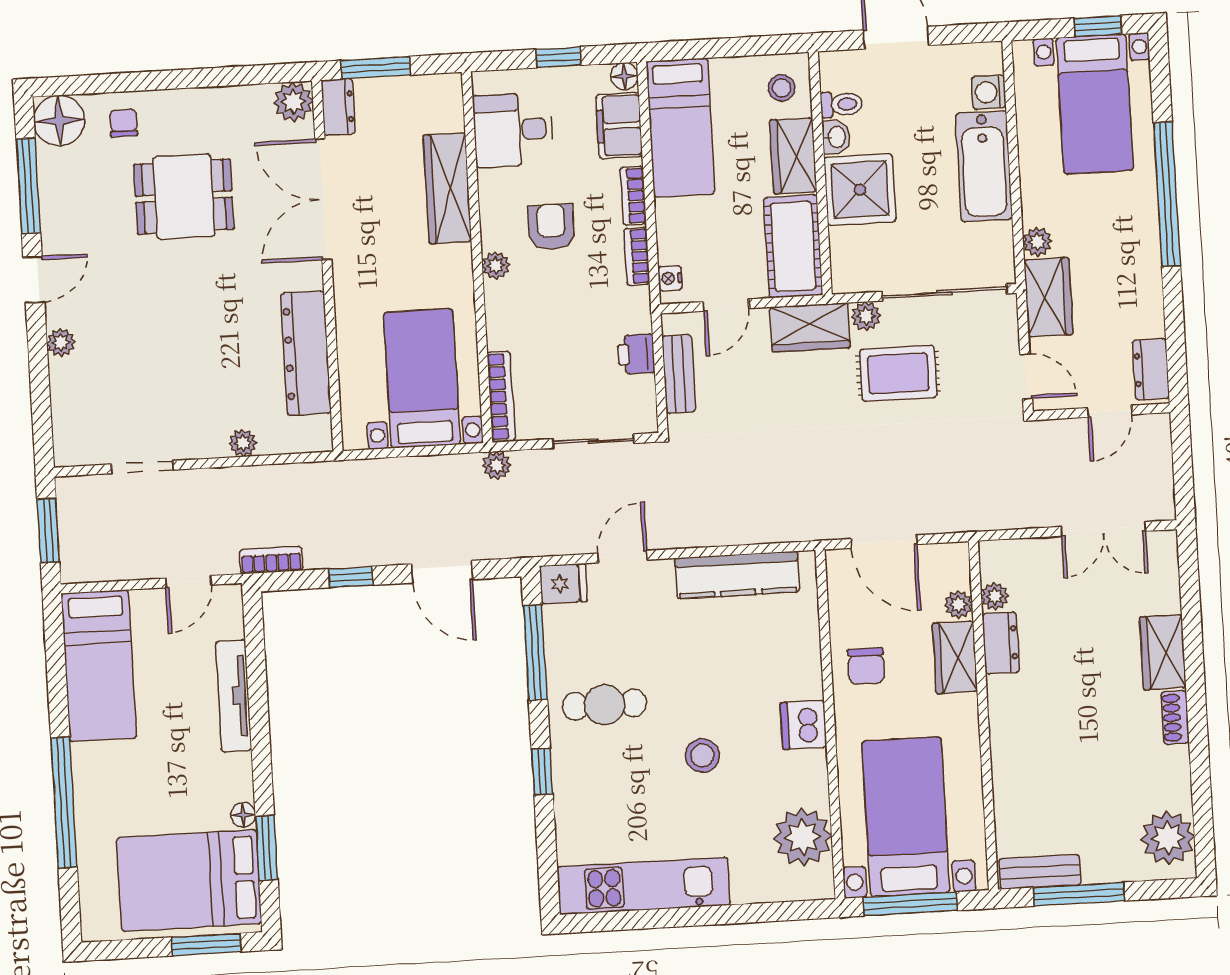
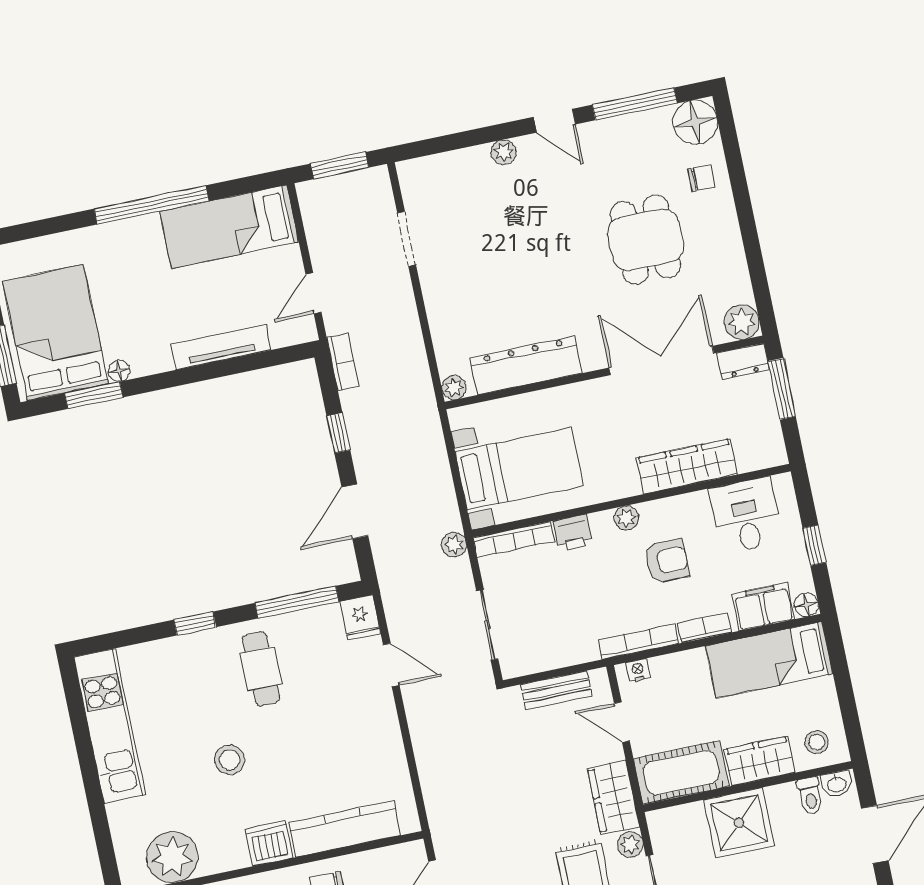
washbasin: (836, 137) -> (837, 784), moved
bookcase: (637, 256) -> (639, 642), width x1.56
printer: (636, 354) -> (573, 533), moved, turned 180
plant: (243, 443) -> (454, 388), moved
kitchen counter: (737, 575) -> (345, 829), moved, turned 90
door: (188, 582) -> (314, 293), hinge flipped
window: (64, 803) -> (151, 205), moved

